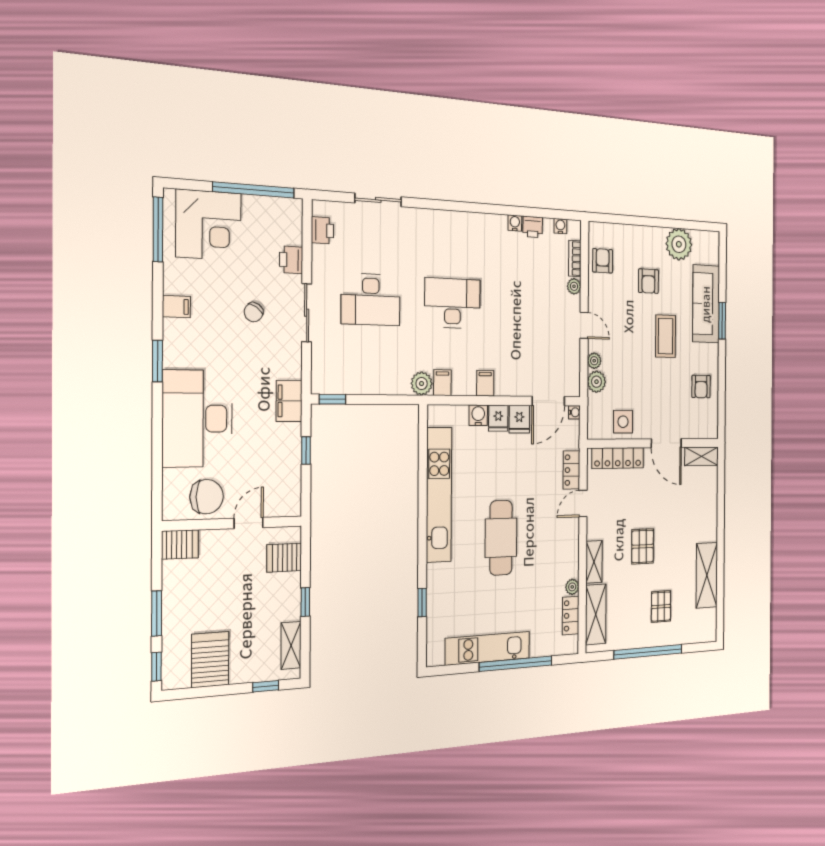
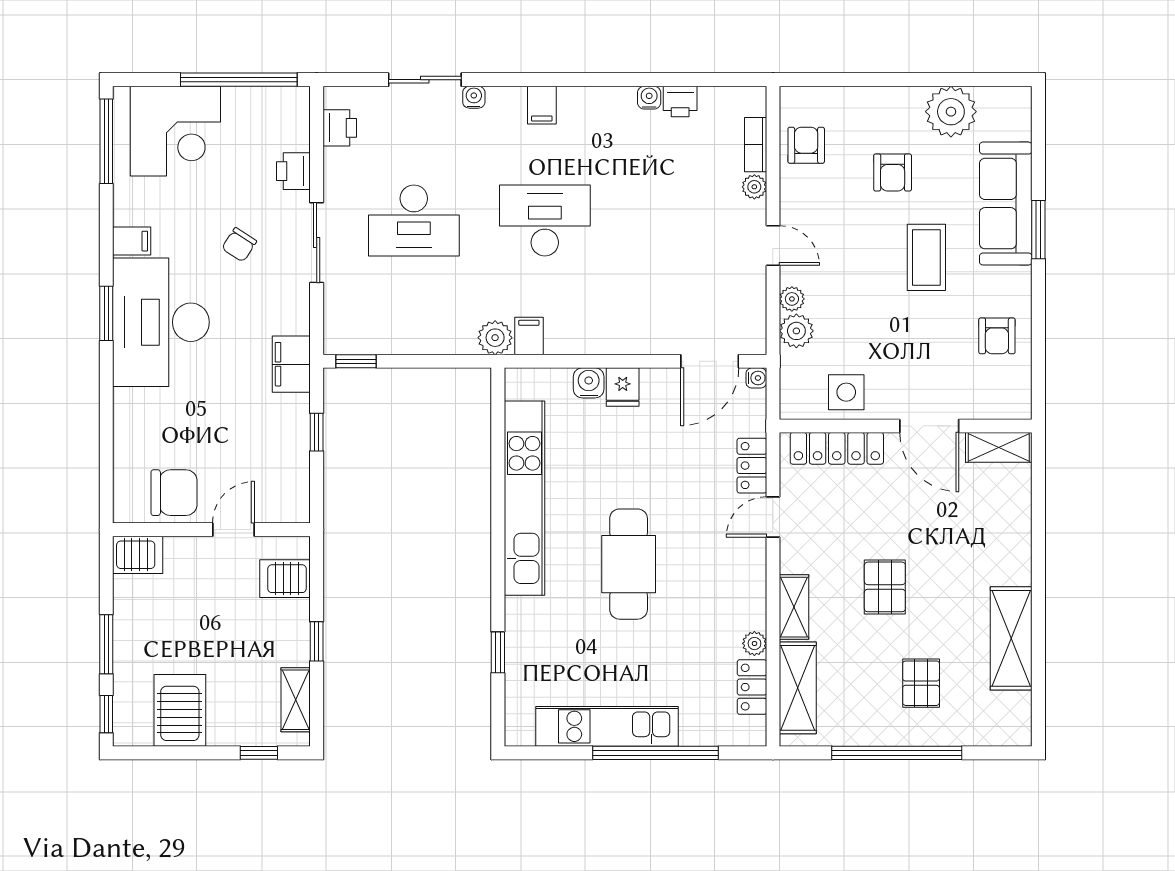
water cooler: (560, 226) -> (474, 97), moved
filing cabinet: (485, 383) -> (542, 105), moved, turned 180
desk: (197, 419) -> (161, 322), moved
fridge: (519, 419) -> (659, 389), removed

